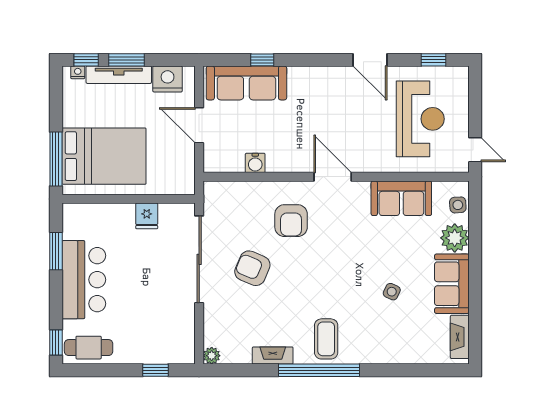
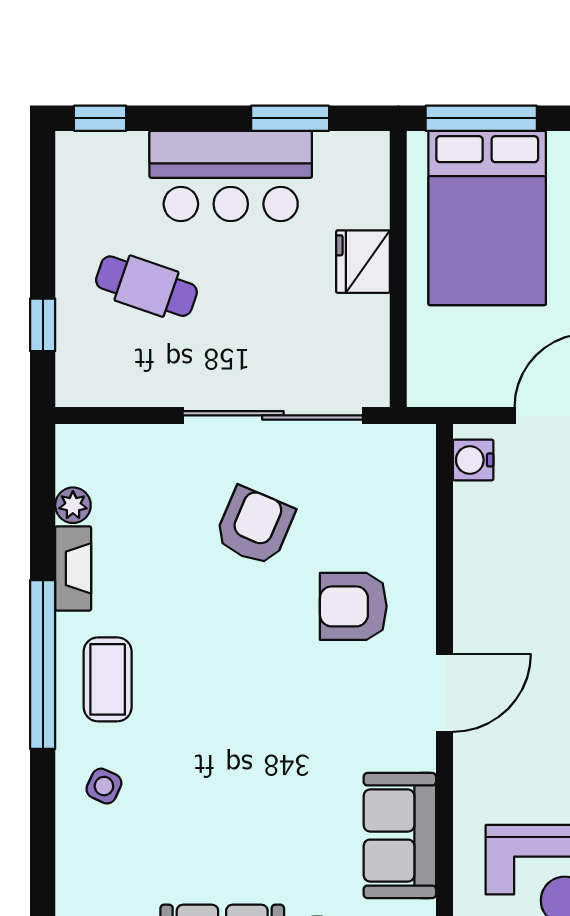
water cooler: (255, 163) -> (473, 460), moved
fridge: (147, 216) -> (363, 262), moved, width x1.38
side table: (392, 292) -> (104, 786), moved
coffee table: (326, 339) -> (108, 679), turned 90
cafe table: (89, 348) -> (146, 286), moved, turned -71
plant: (212, 356) -> (73, 505), moved

